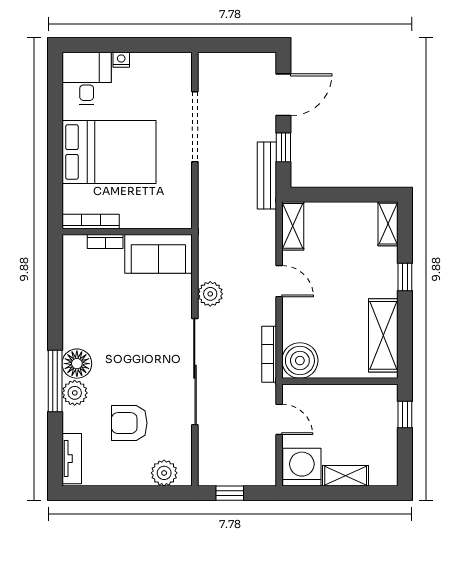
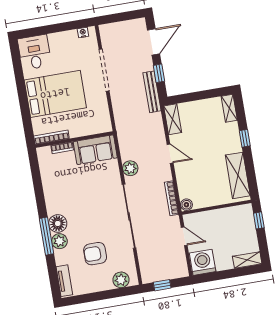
nightstand: (121, 60) -> (83, 33), moved
boiler: (300, 361) -> (186, 205), width x0.54, depth x0.54
shelving: (346, 476) -> (247, 260), moved

